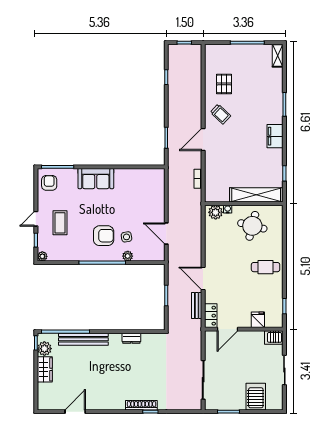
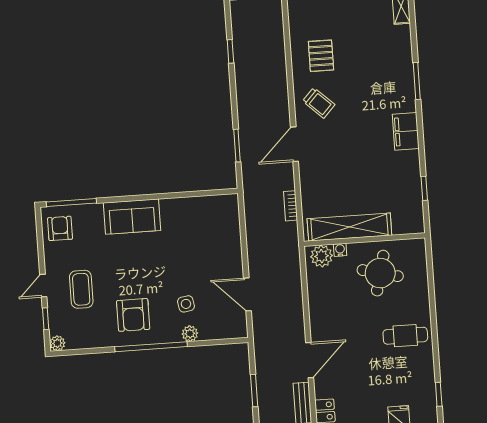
shelving: (256, 195) -> (349, 227), moved
armchair: (104, 236) -> (133, 315), moved, turned 90
door: (203, 278) -> (310, 360), swing flipped

